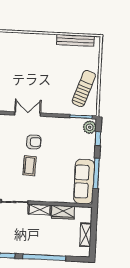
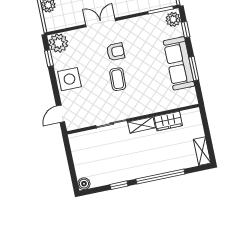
window: (96, 173) -> (194, 69), width x0.69
sofa: (84, 182) -> (179, 63), moved
shelving: (86, 235) -> (202, 151), moved

